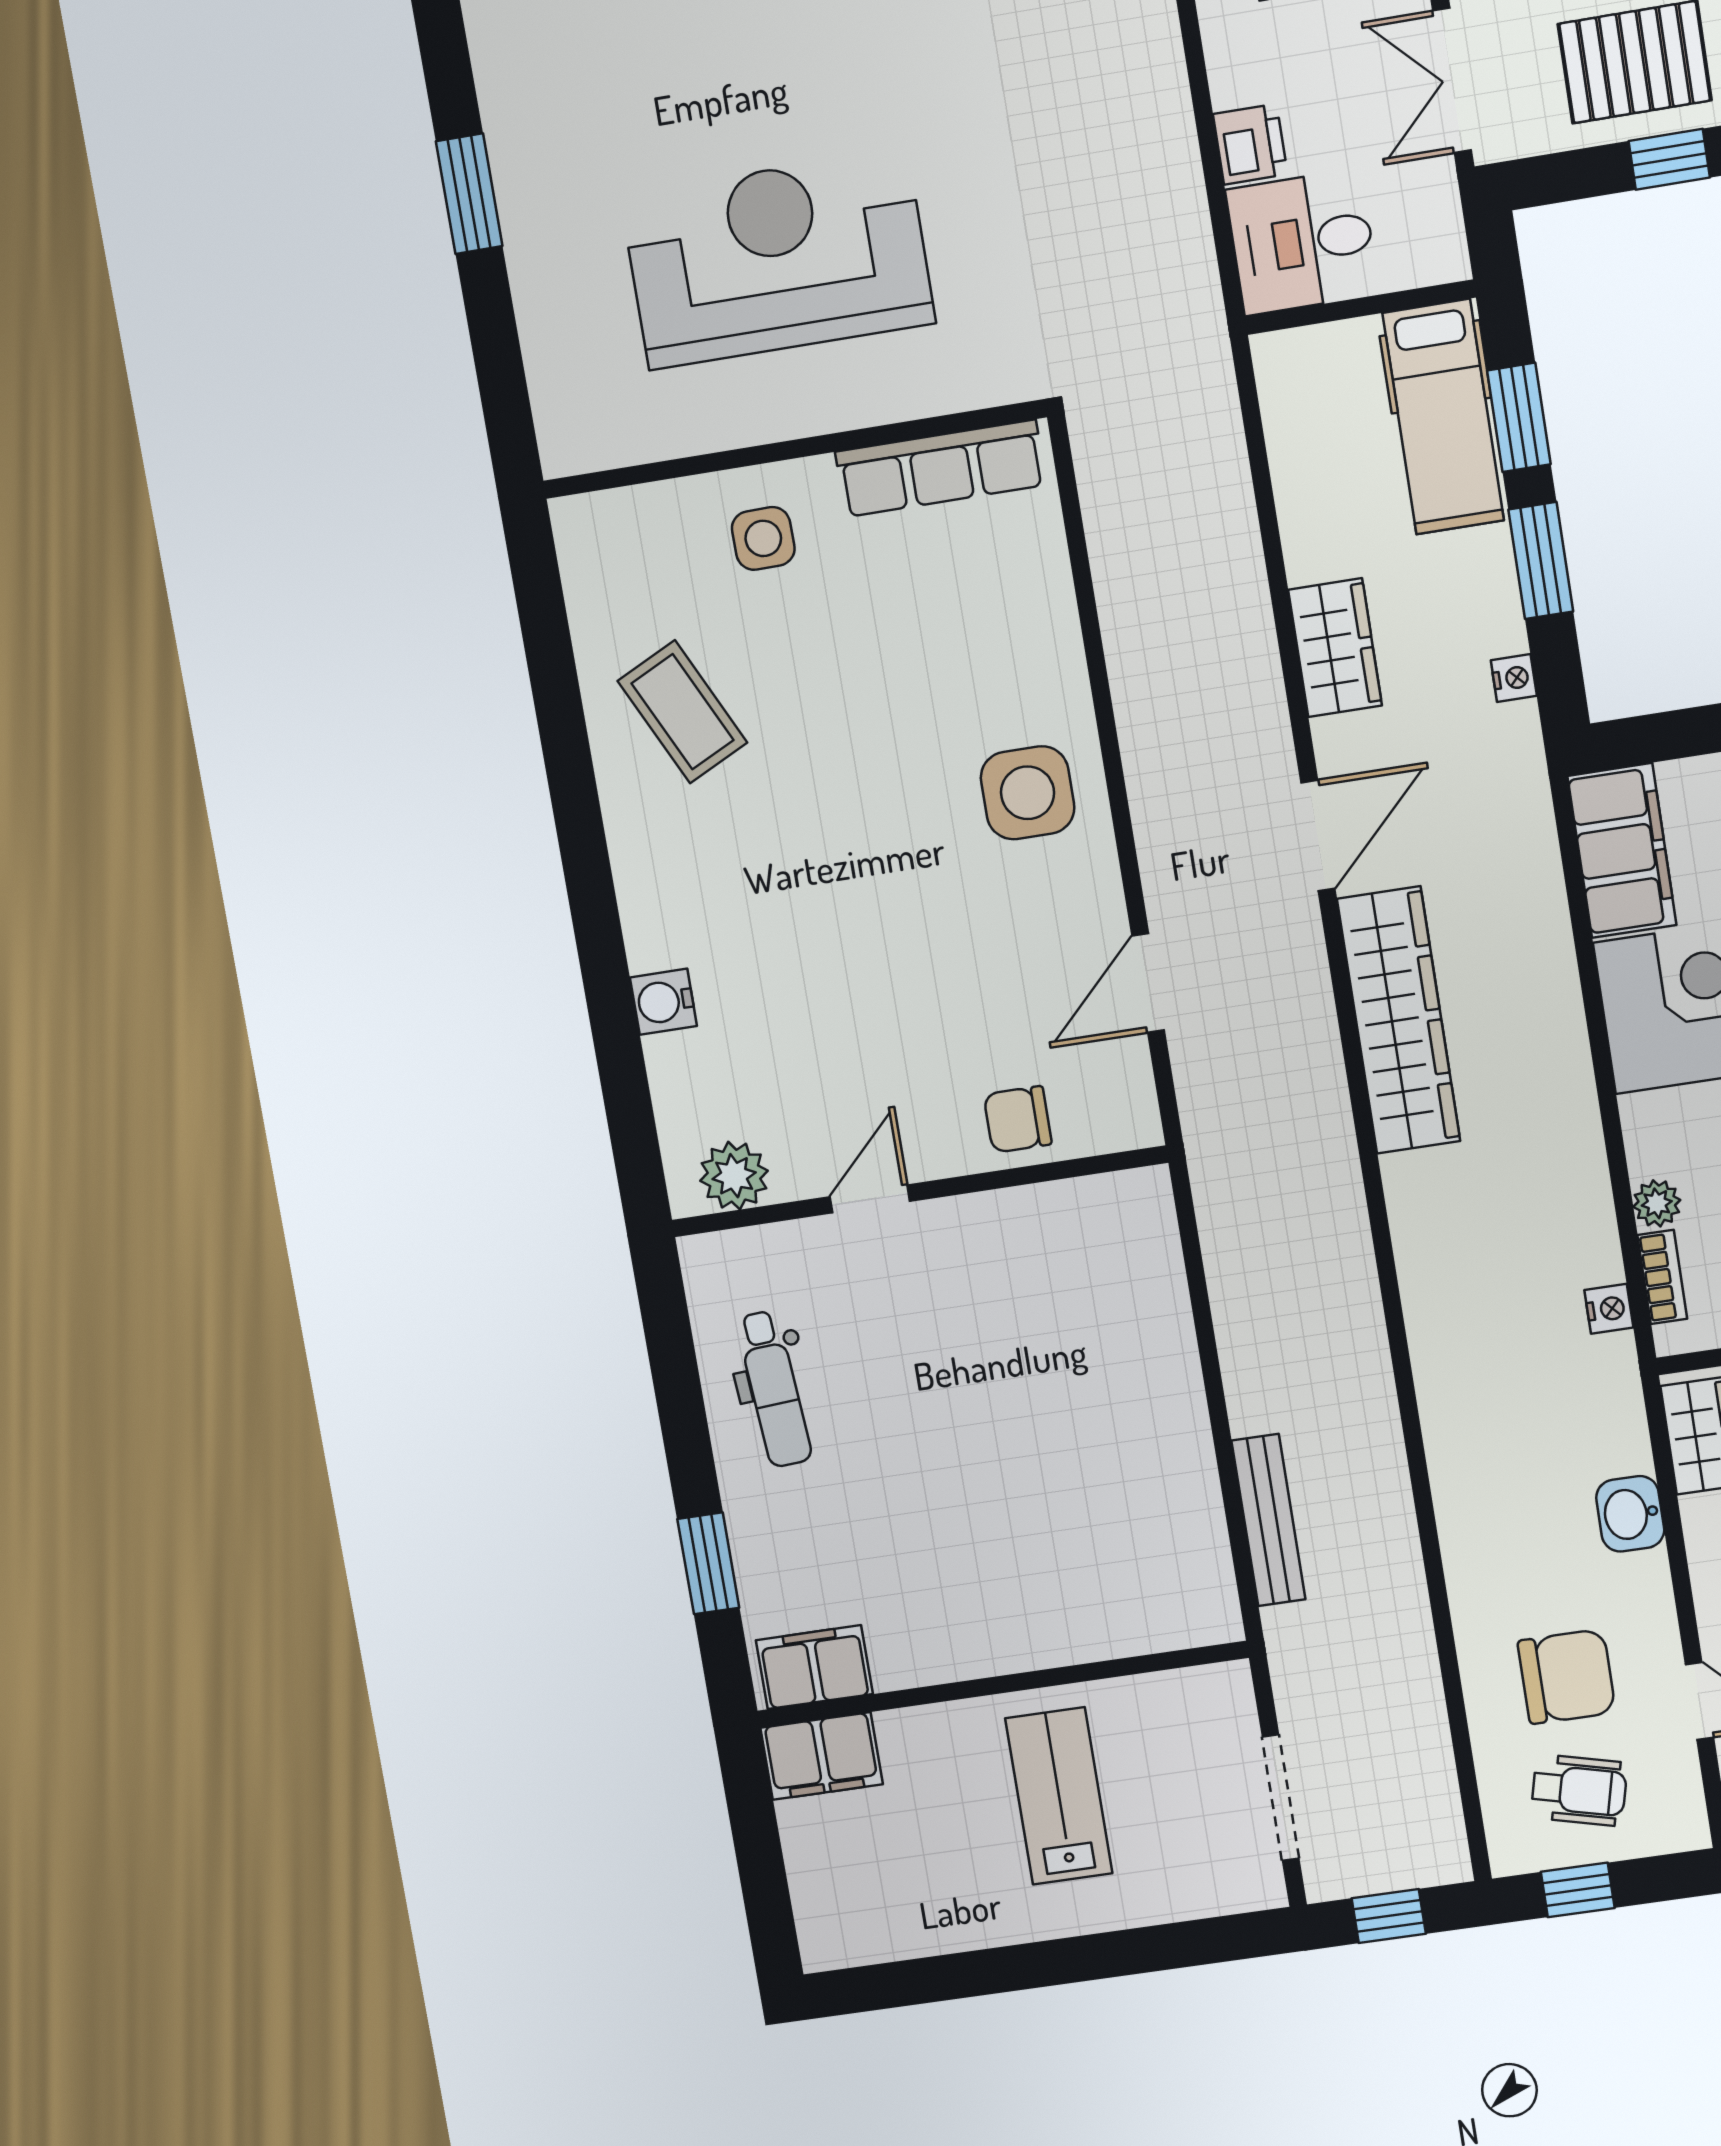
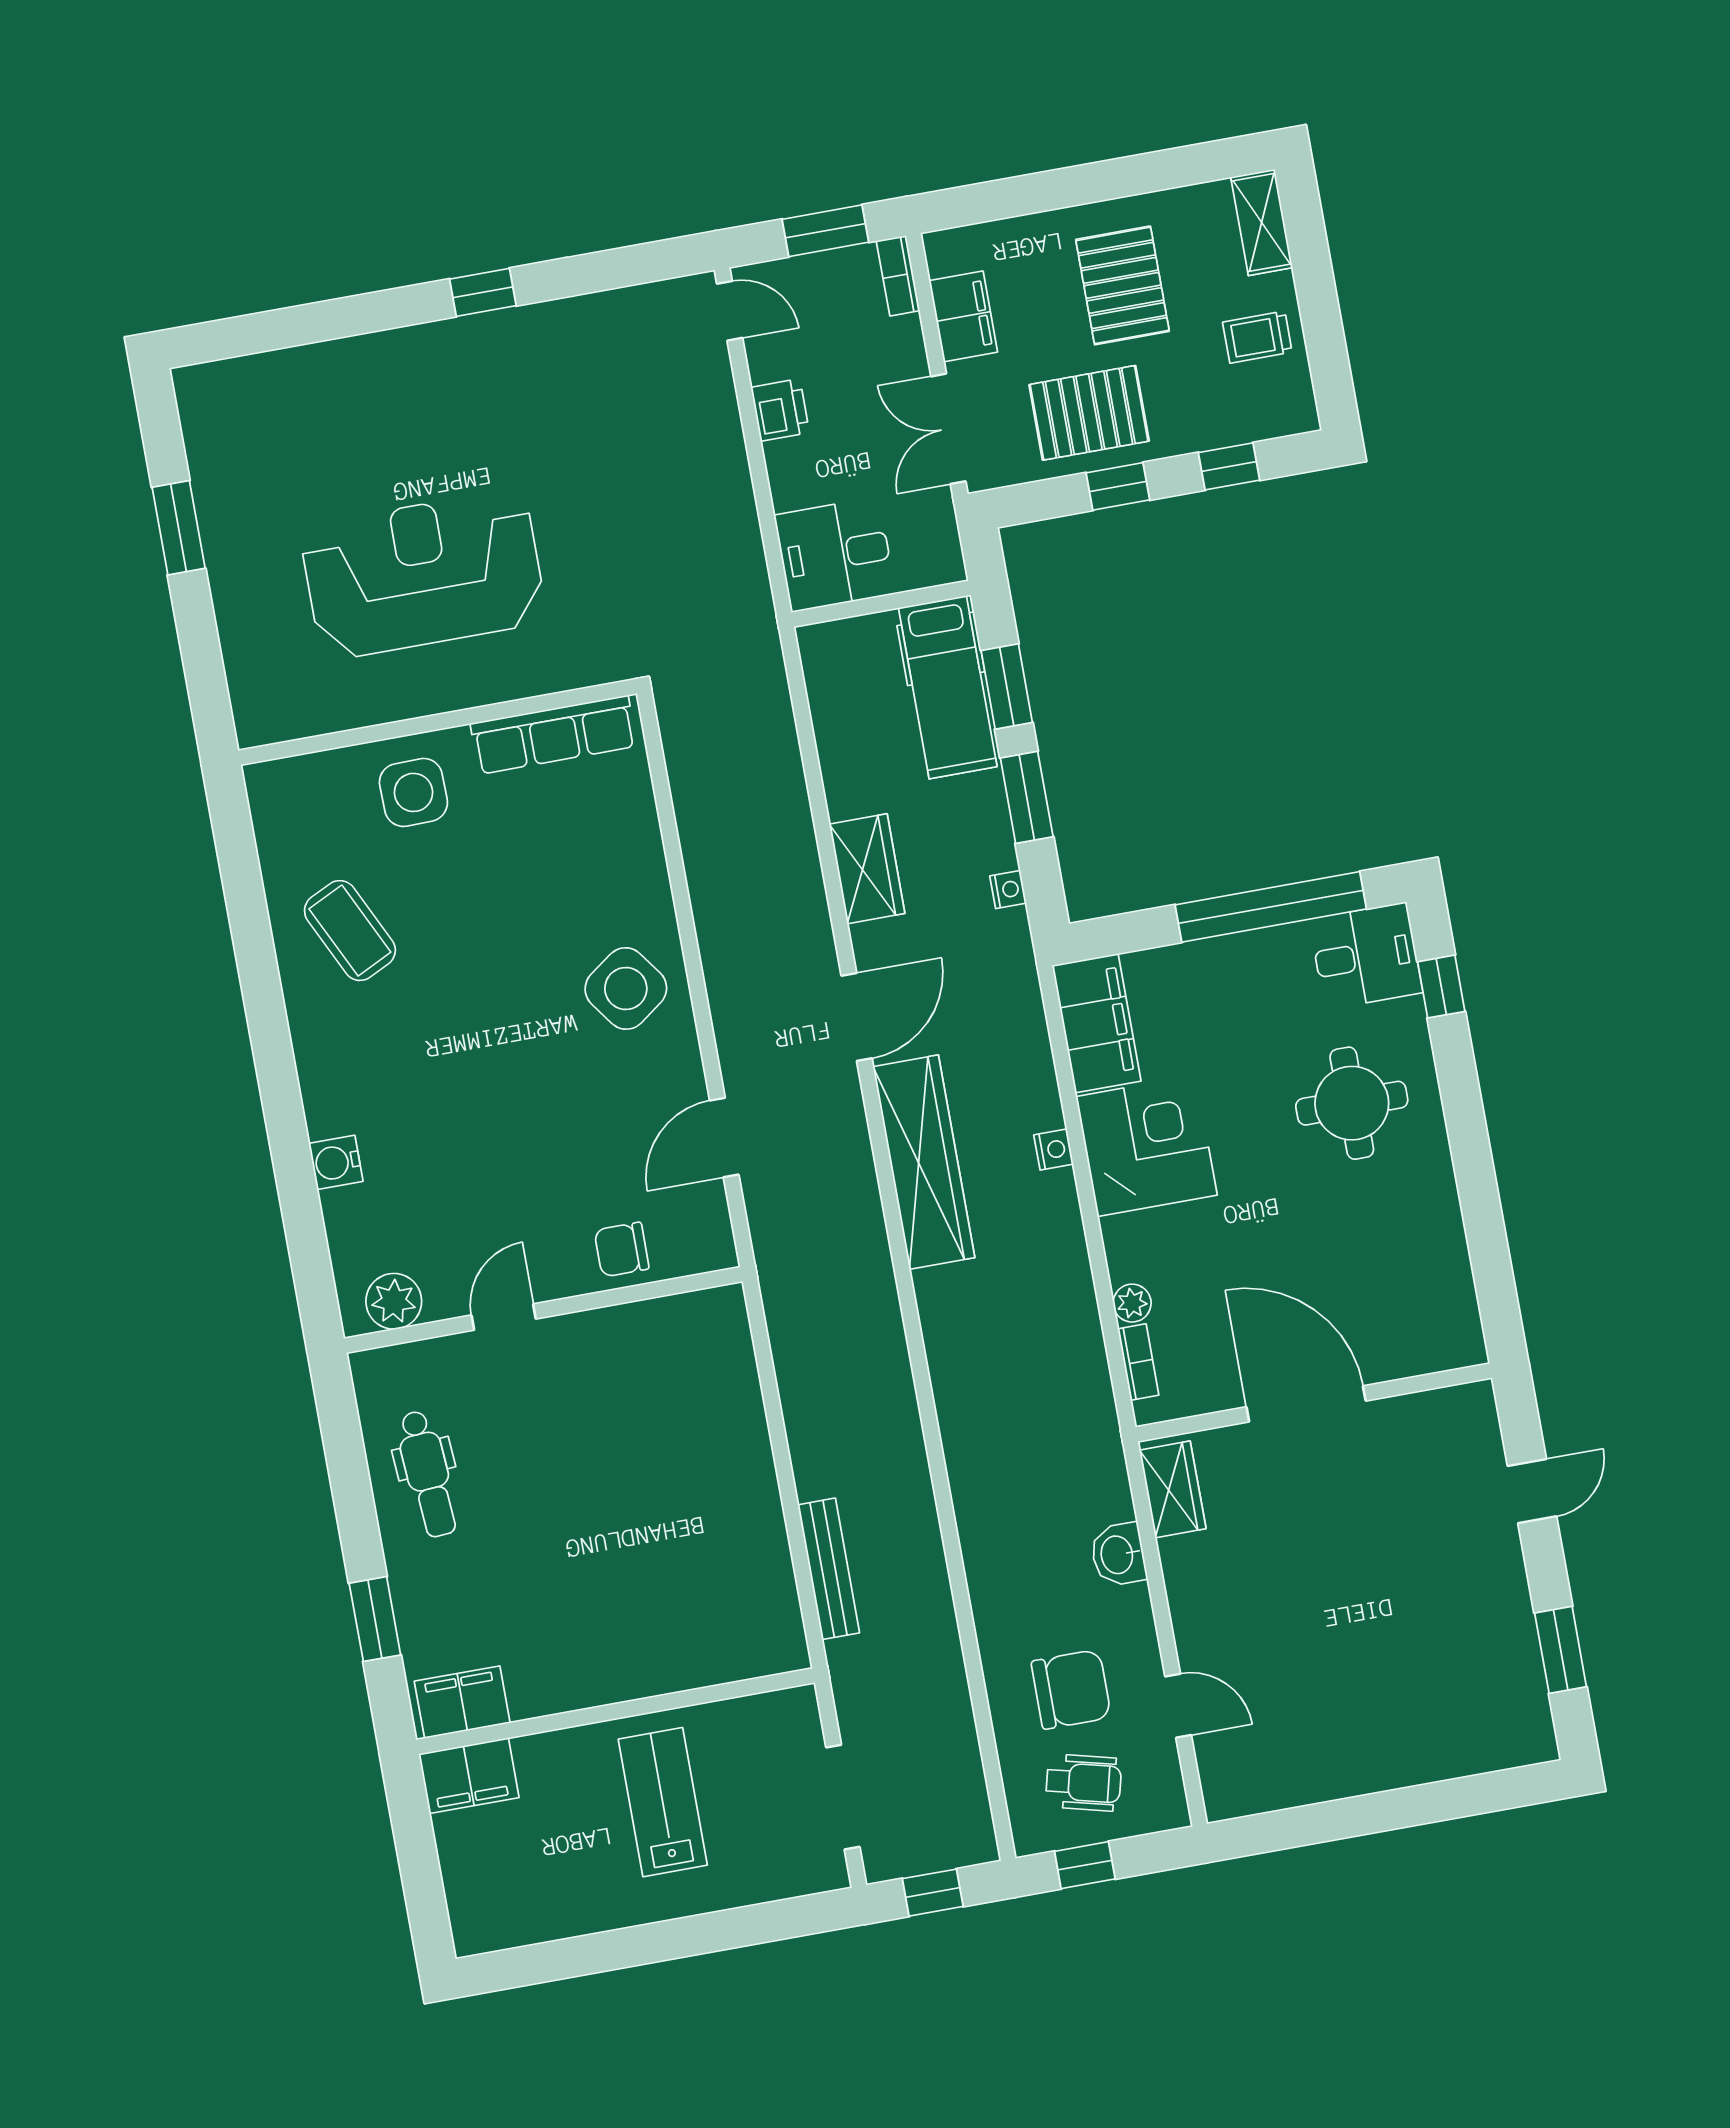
printer: (1250, 144) -> (780, 410), moved
side table: (763, 538) -> (413, 792), width x1.37, depth x1.37
side table: (1028, 793) -> (626, 989), turned -36
nightstand: (1609, 1309) -> (1054, 1150), moved

